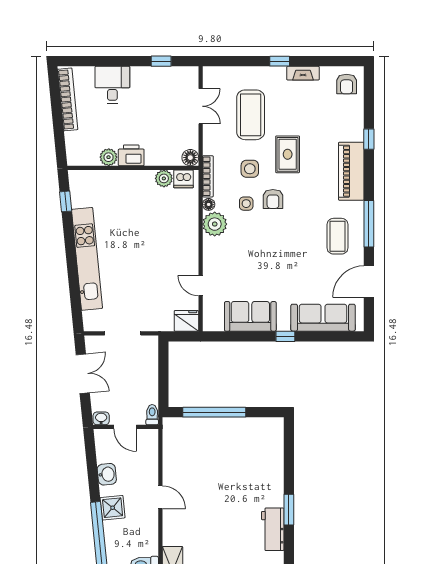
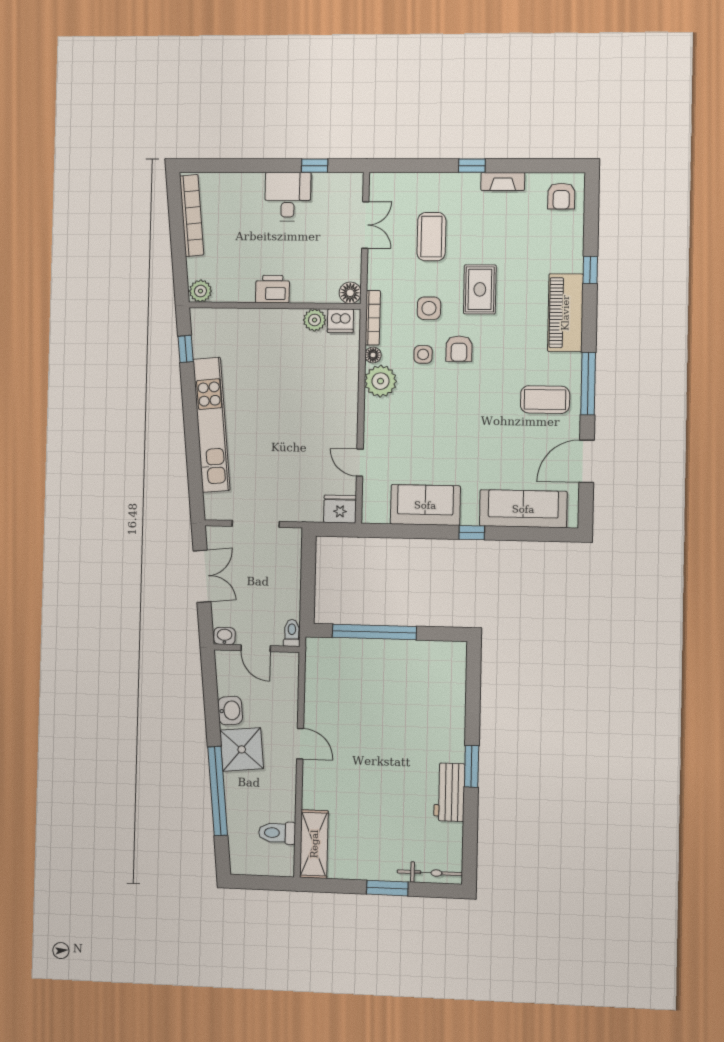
desk: (112, 85) -> (288, 197), moved
coffee table: (251, 115) -> (431, 237), width x0.73, depth x0.76
plant: (109, 157) -> (200, 291), moved
coffee table: (338, 236) -> (545, 400), turned 90
shower: (113, 508) -> (242, 749), width x1.36, depth x1.36

